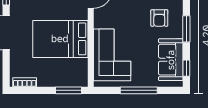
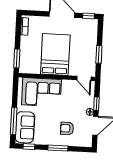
sofa: (171, 60) -> (25, 127), moved, turned 90
window: (139, 90) -> (14, 121), moved

